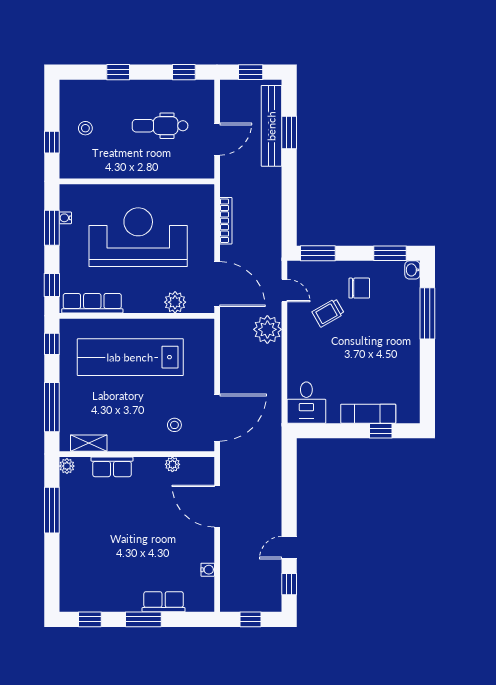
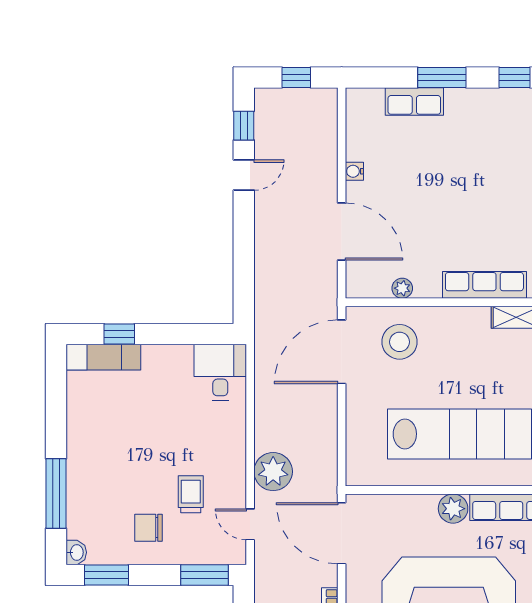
plant: (175, 302) -> (453, 509), moved
trolley: (328, 313) -> (191, 494), turned -60
exam couch: (368, 414) -> (103, 357), moved
stool: (174, 425) -> (400, 342), width x1.89, depth x1.89
row of seats: (112, 467) -> (484, 285), width x1.48
water cooler: (208, 570) -> (354, 171), moved

